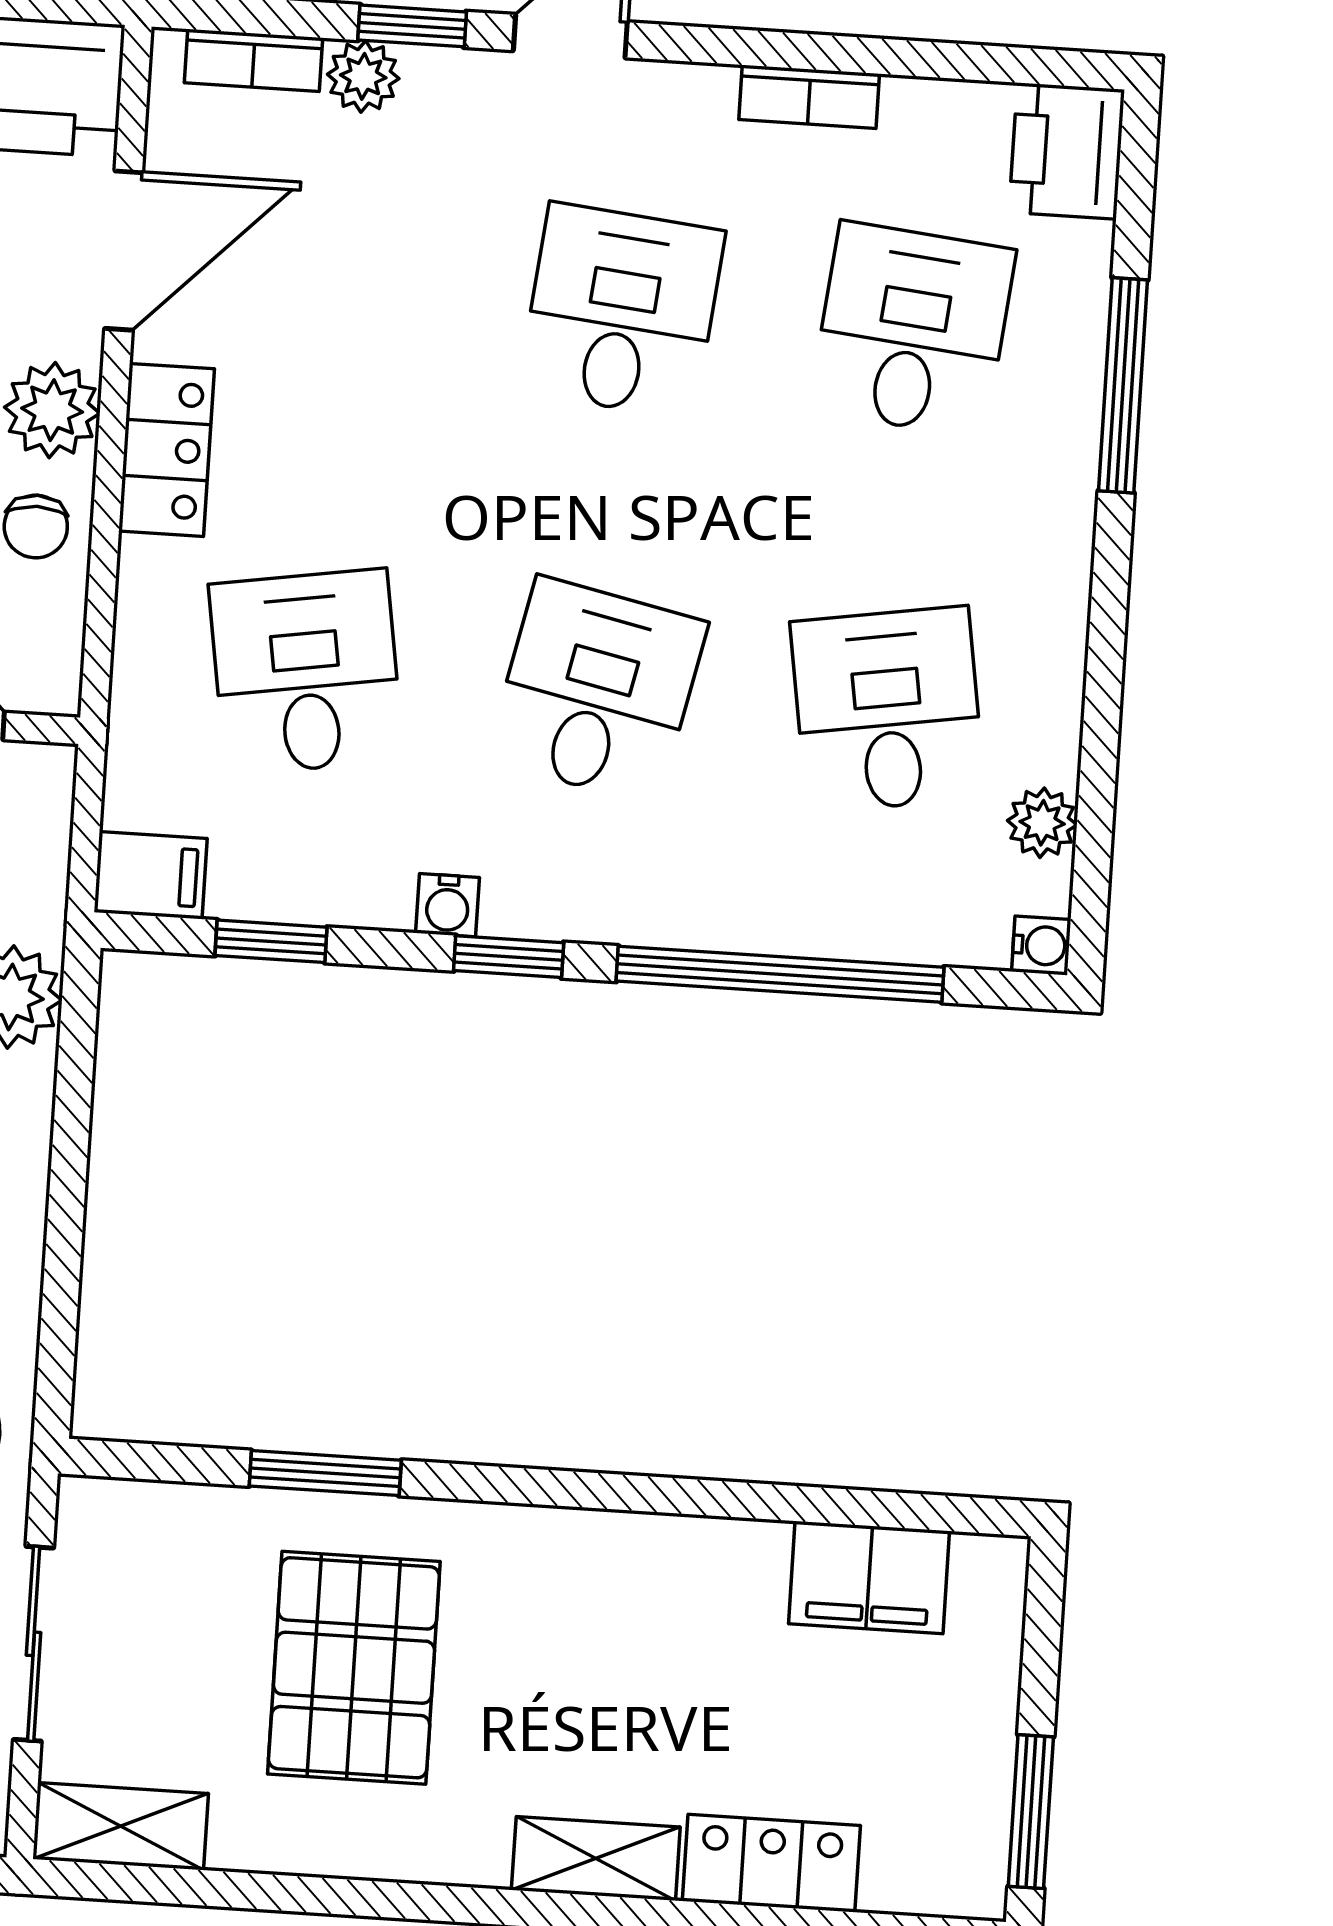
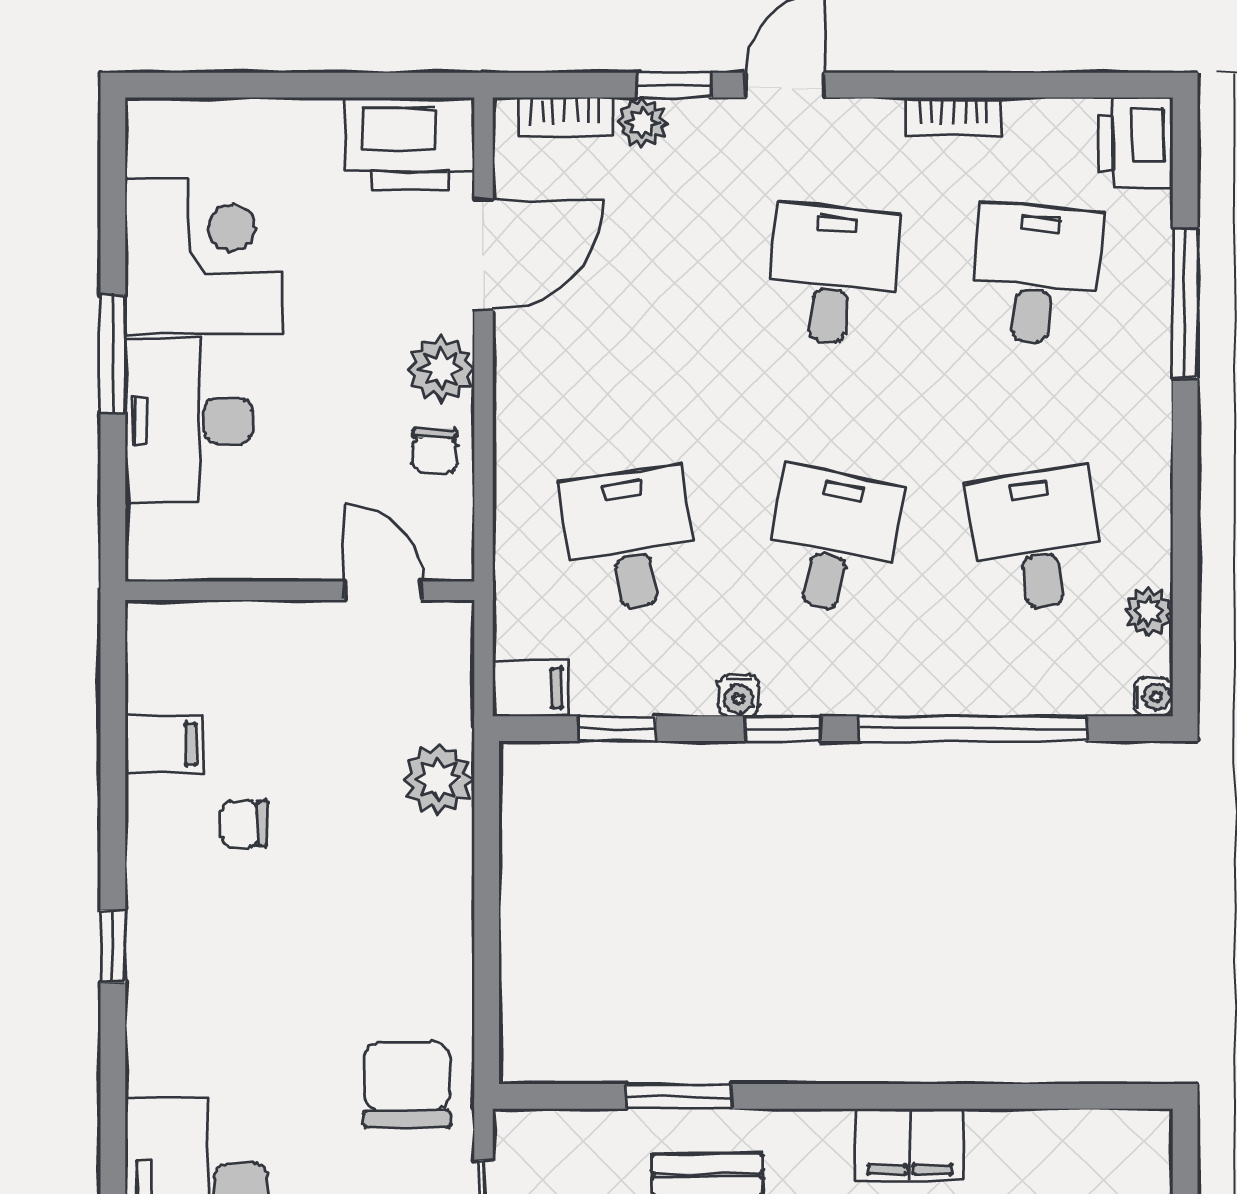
locker: (167, 450) -> (522, 391), removed
filing cabinet: (869, 1578) -> (910, 1145), moved

